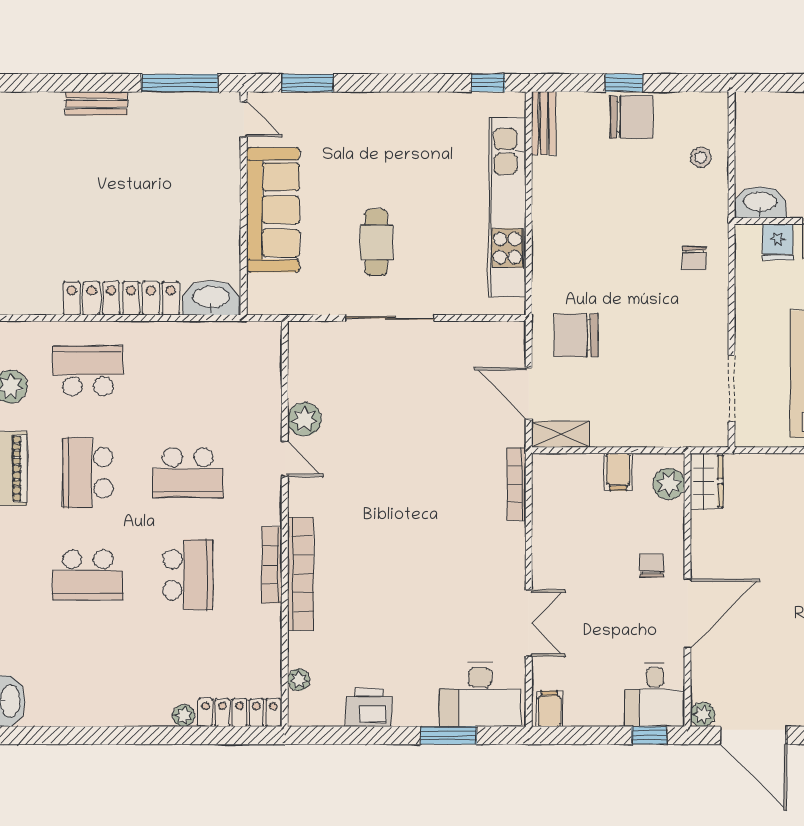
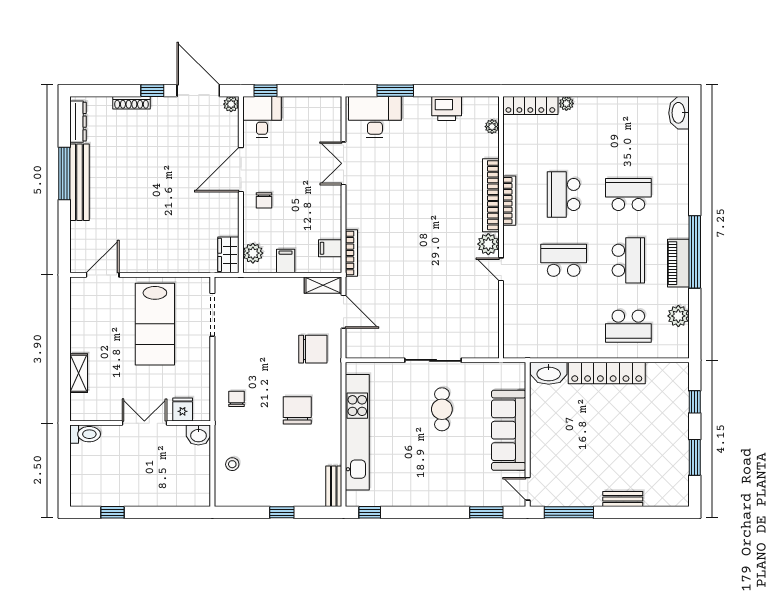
chair: (631, 117) -> (297, 410), moved, turned 90
washbasin: (760, 202) -> (198, 435), width x0.72
plant: (304, 419) -> (488, 244), moved
filing cabinet: (549, 709) -> (330, 248), moved, turned 90

